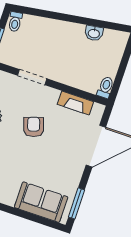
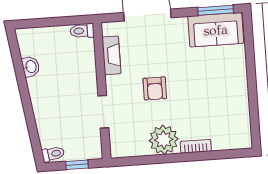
armchair: (34, 127) -> (155, 88), turned -72
sofa: (41, 202) -> (216, 30), moved, turned -90

